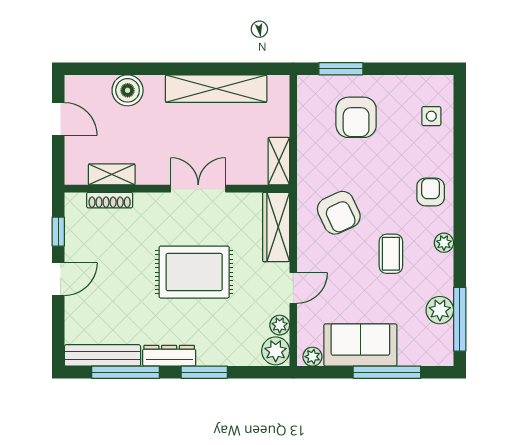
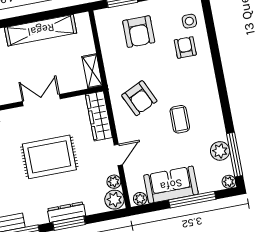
armchair: (431, 192) -> (185, 47), moved
plant: (444, 243) -> (229, 182), moved
dresser: (169, 356) -> (66, 212), moved

